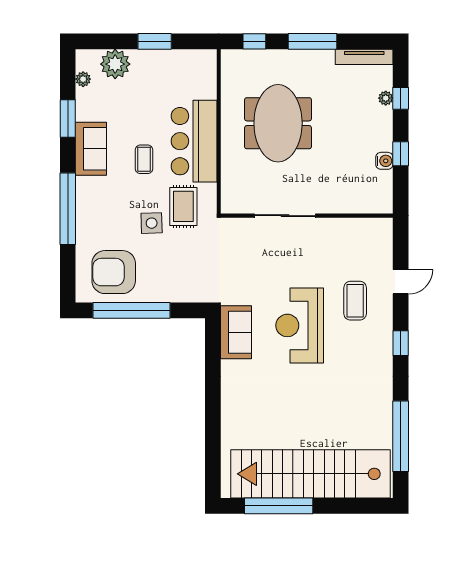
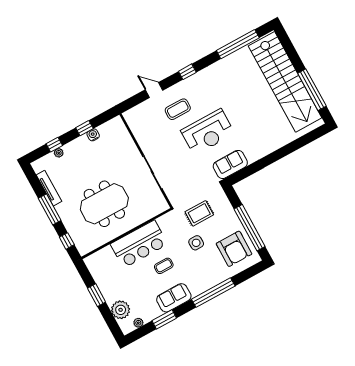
tv unit: (364, 57) -> (49, 188), moved
rug: (183, 206) -> (199, 213), moved

